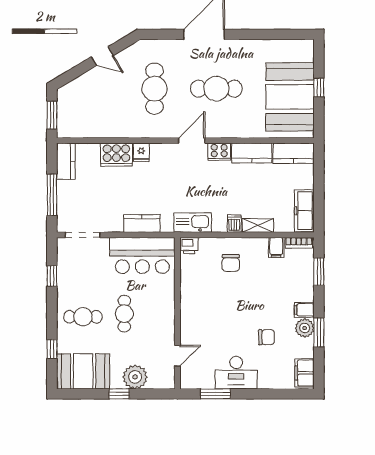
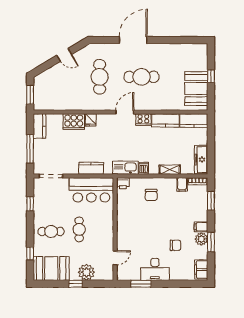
booth: (290, 97) -> (196, 89), width x0.73, depth x0.70
dishwasher: (234, 224) -> (144, 168), moved

